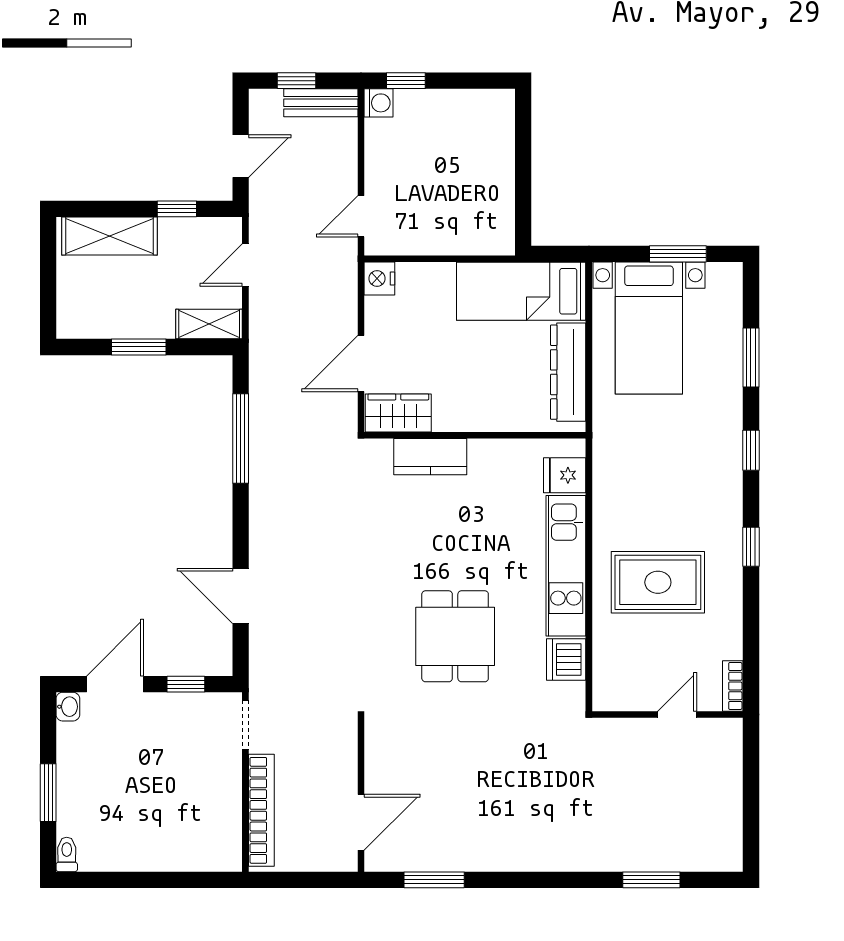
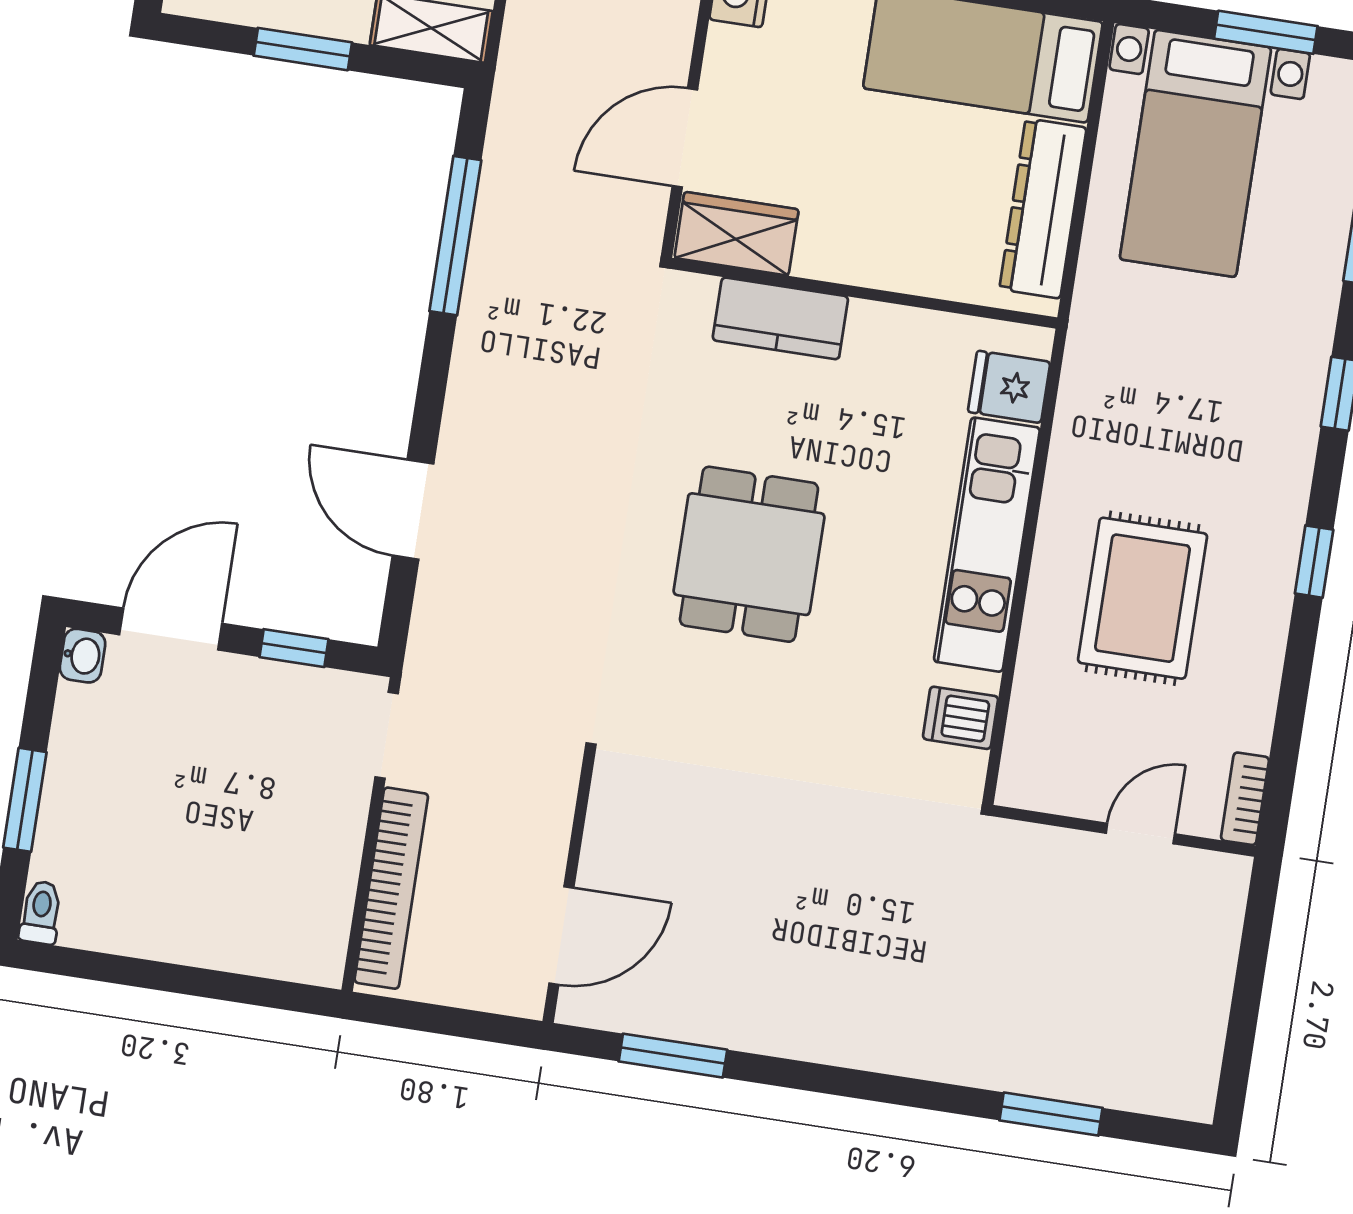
rug: (658, 582) -> (1143, 598), turned 90
dining table: (455, 636) -> (749, 554), moved
dishwasher: (566, 659) -> (961, 718), width x0.73

